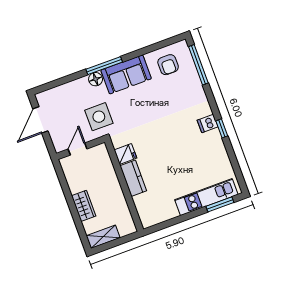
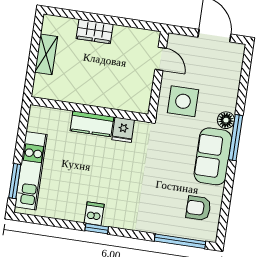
dishwasher: (208, 124) -> (94, 214), moved
fridge: (125, 154) -> (123, 130), moved
kitchen counter: (133, 178) -> (92, 124), moved
wall: (124, 186) -> (89, 109), moved
shelving: (103, 237) -> (46, 54), moved

